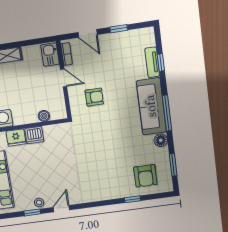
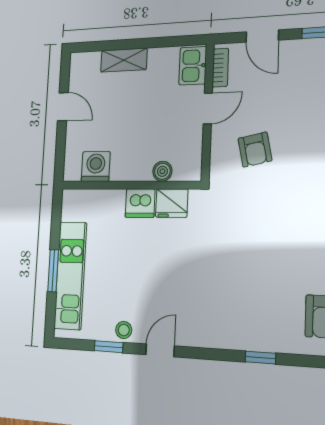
door: (64, 78) -> (208, 108), hinge flipped
armchair: (94, 97) -> (255, 150), turned 78
fridge: (16, 138) -> (172, 203), moved
window: (132, 199) -> (260, 357), moved

